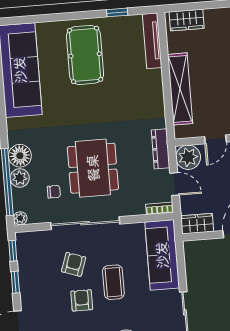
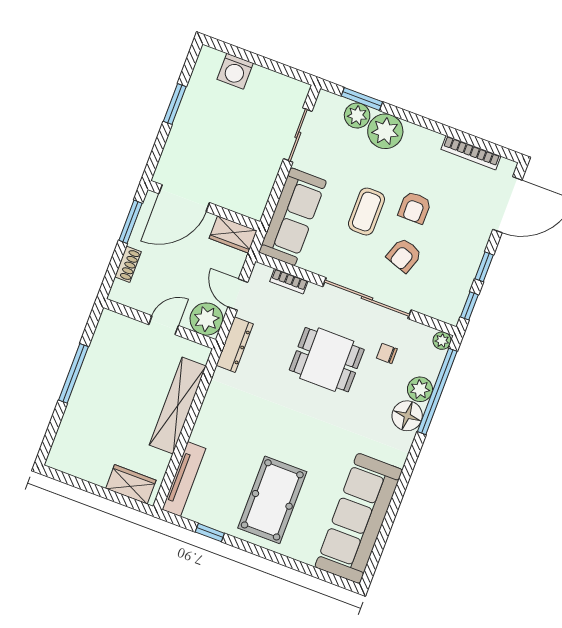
dining table: (93, 168) -> (327, 360), width x0.73
bookcase: (160, 208) -> (289, 281), moved

